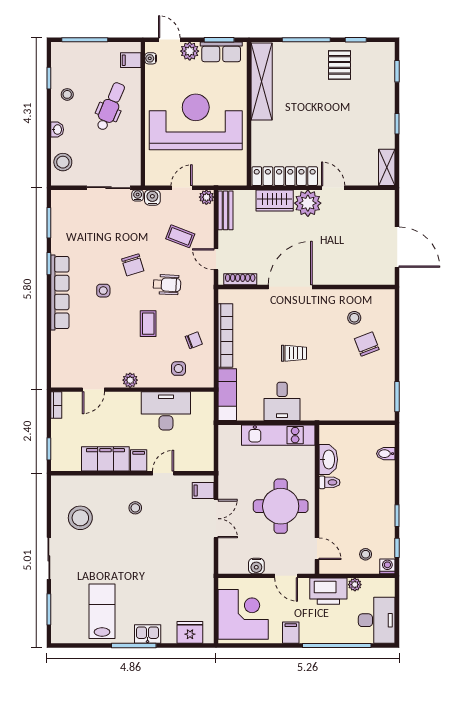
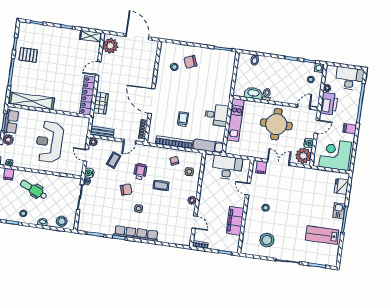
reception desk: (196, 122) -> (49, 142), width x0.74, depth x0.77
plant: (308, 203) -> (110, 46), moved
door: (397, 247) -> (137, 37), hinge flipped
trolley: (294, 353) -> (183, 119), moved
desk: (166, 411) -> (227, 168), moved, turned 90
filing cabinet: (139, 460) -> (239, 202), removed
plant: (233, 560) -> (303, 156), added

